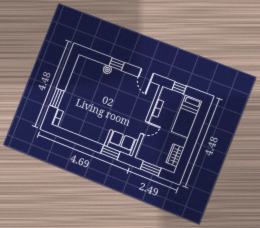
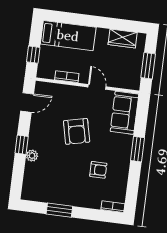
window: (57, 98) -> (59, 210), moved
armchair: (117, 105) -> (77, 131), added
armchair: (86, 114) -> (98, 170), added
window: (110, 152) -> (137, 149), moved

